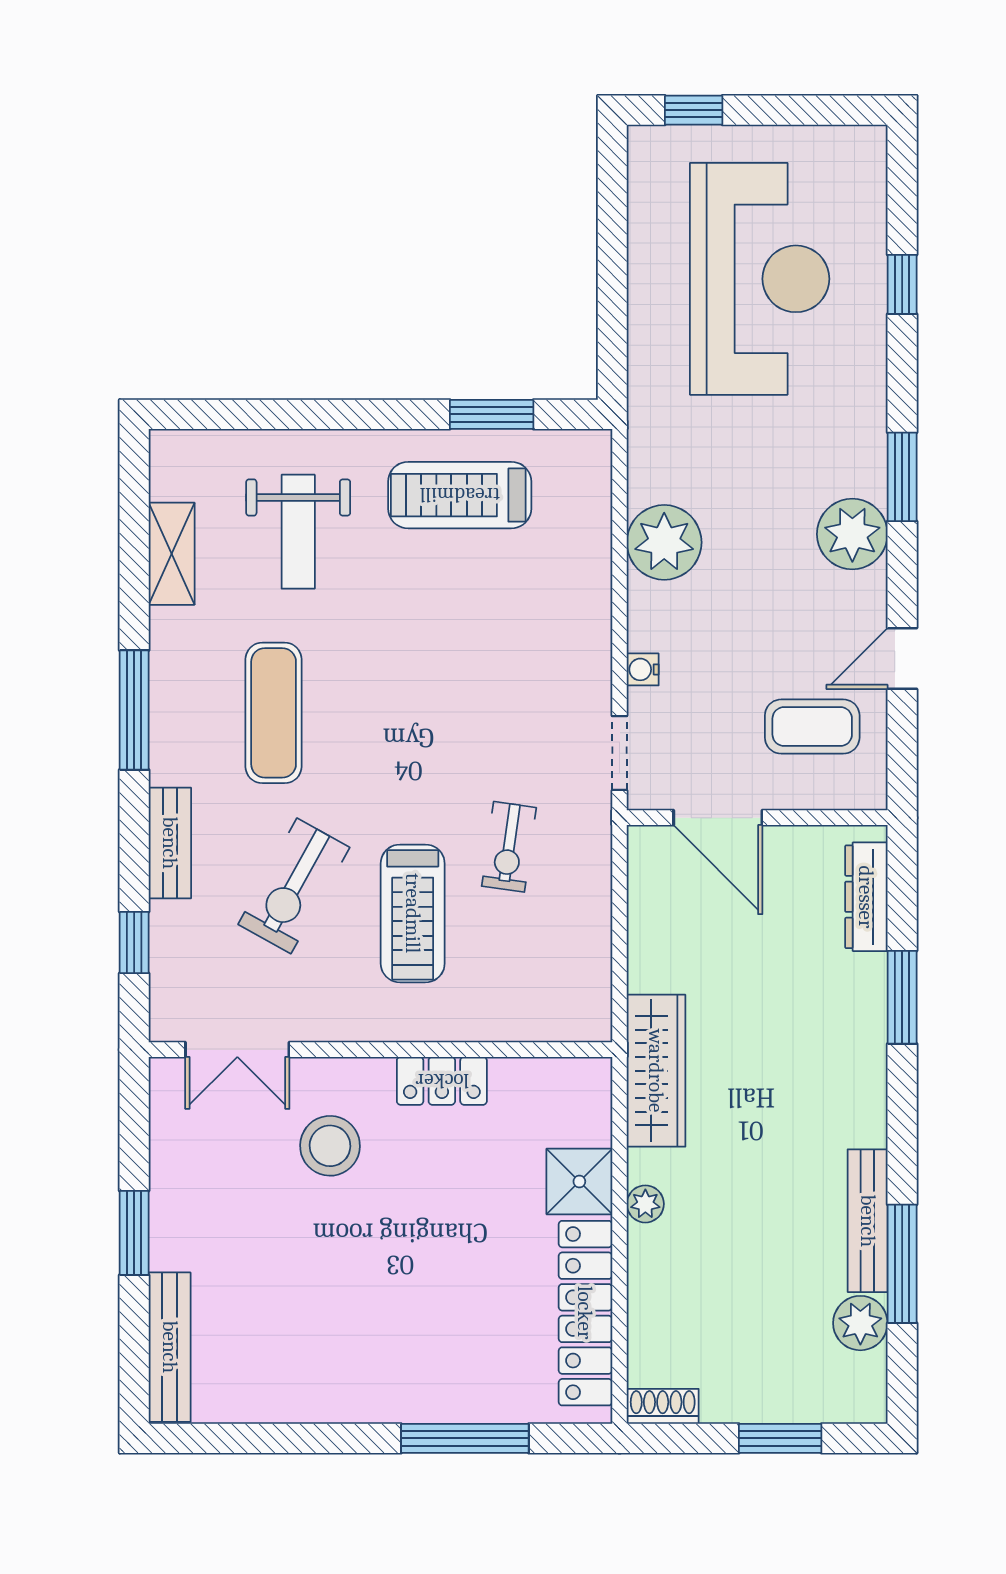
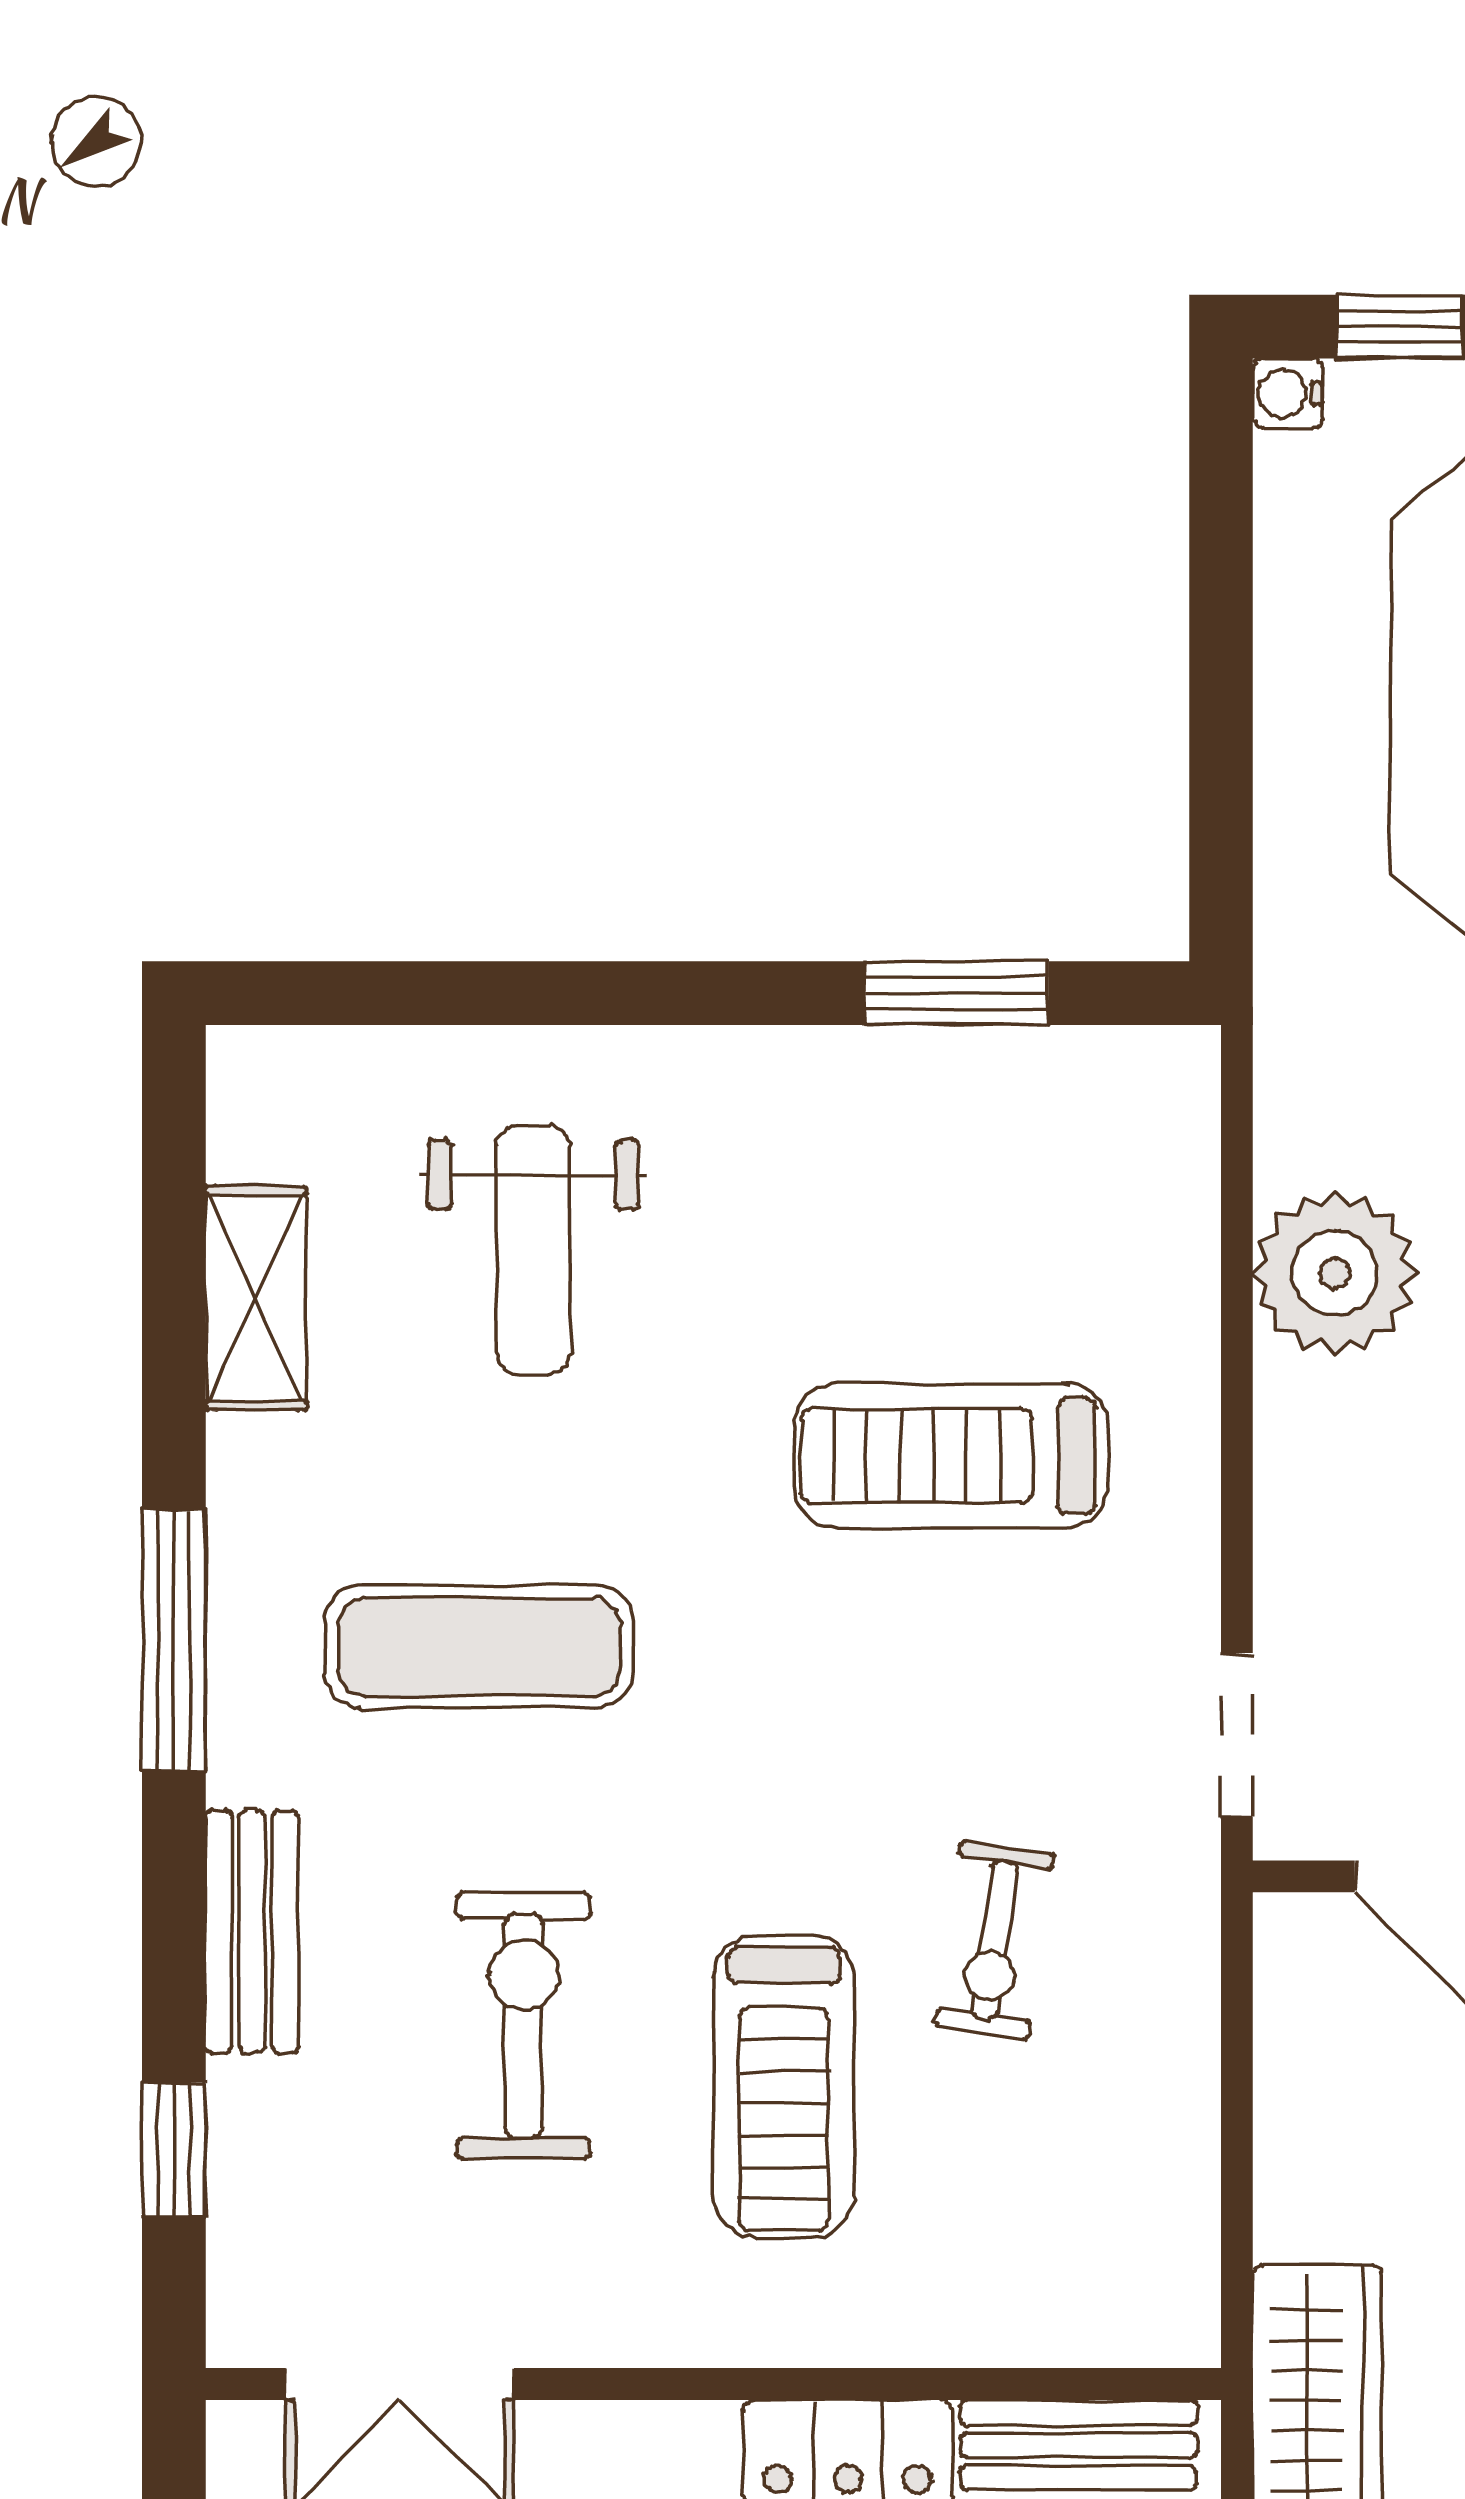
treadmill: (460, 495) -> (951, 1456), moved
water cooler: (643, 669) -> (1288, 393), moved
exercise mat: (274, 713) -> (479, 1647), turned 90
exercise bike: (294, 886) -> (524, 2026), turned 151
bench: (547, 1077) -> (1079, 2445), added

